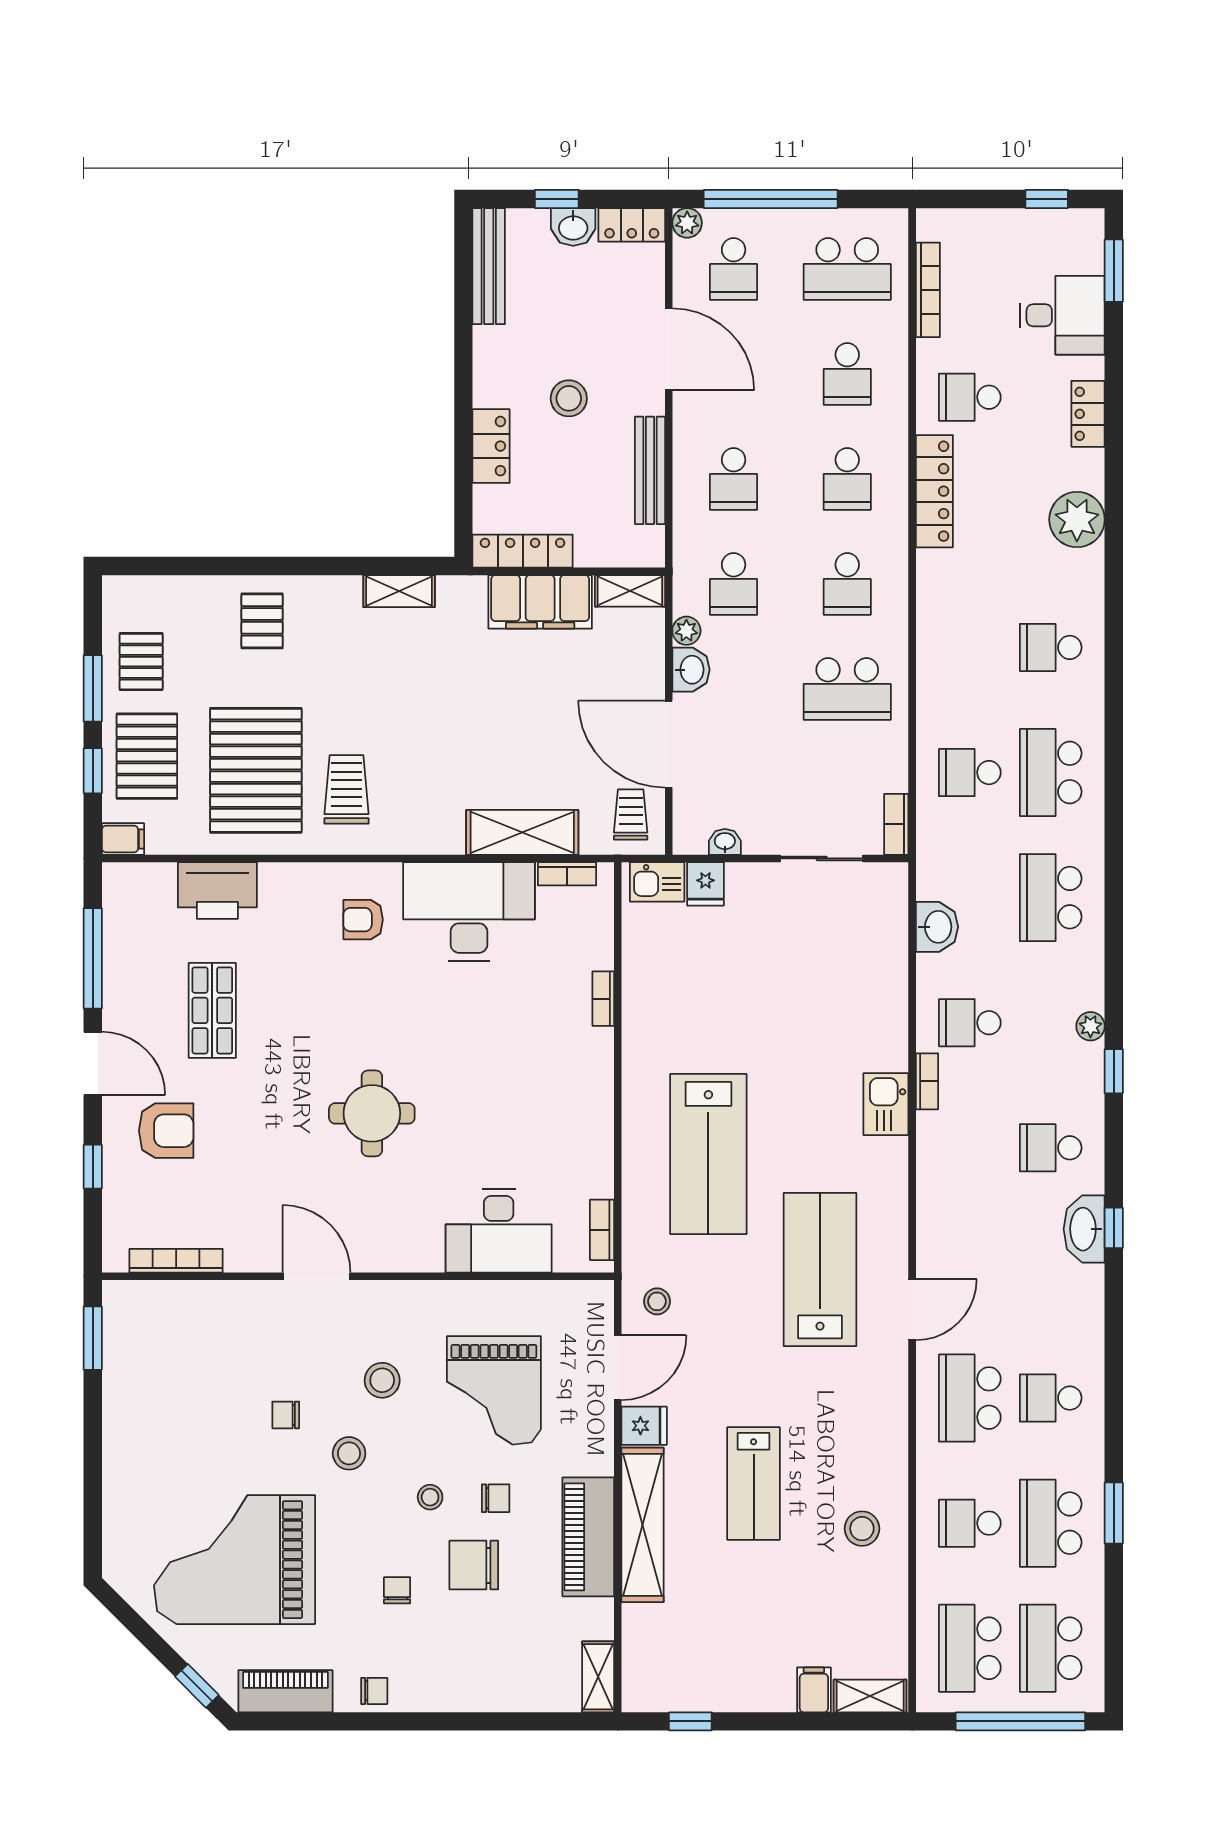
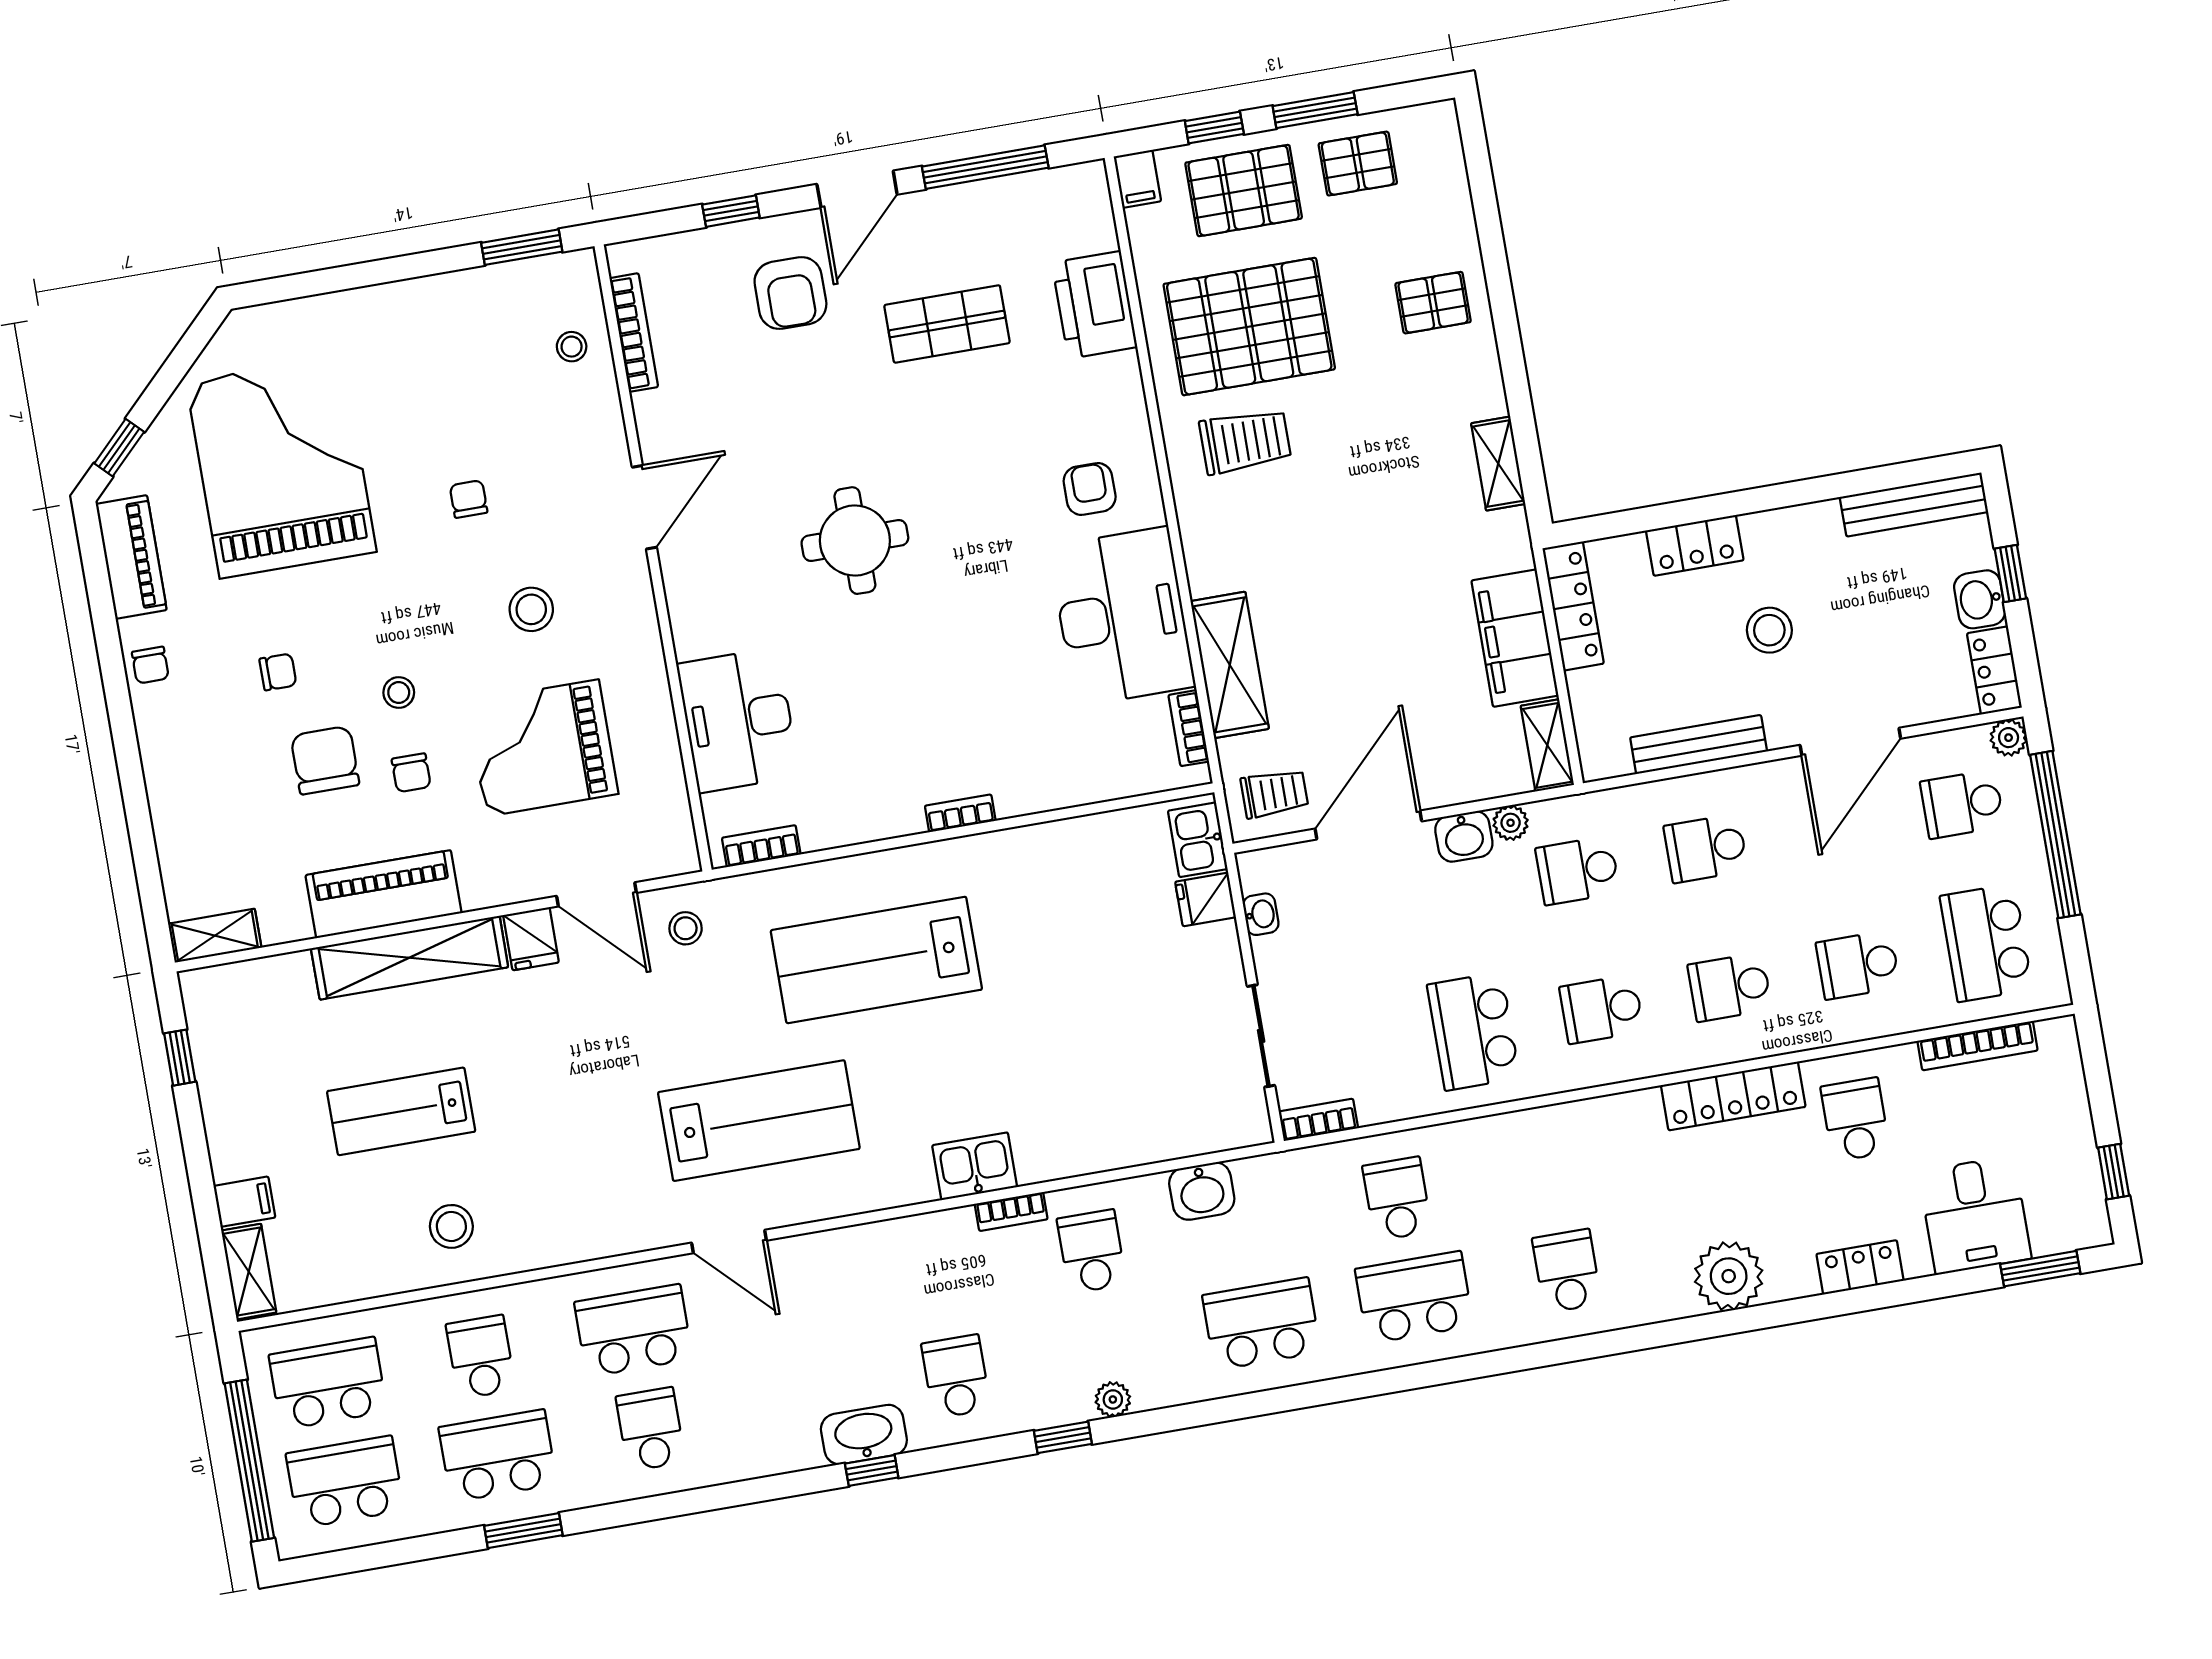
bookcase: (603, 999) -> (960, 813), moved
stool: (349, 1453) -> (572, 347), moved, width x0.73, depth x0.73
lab bench: (754, 1483) -> (401, 1111), moved

